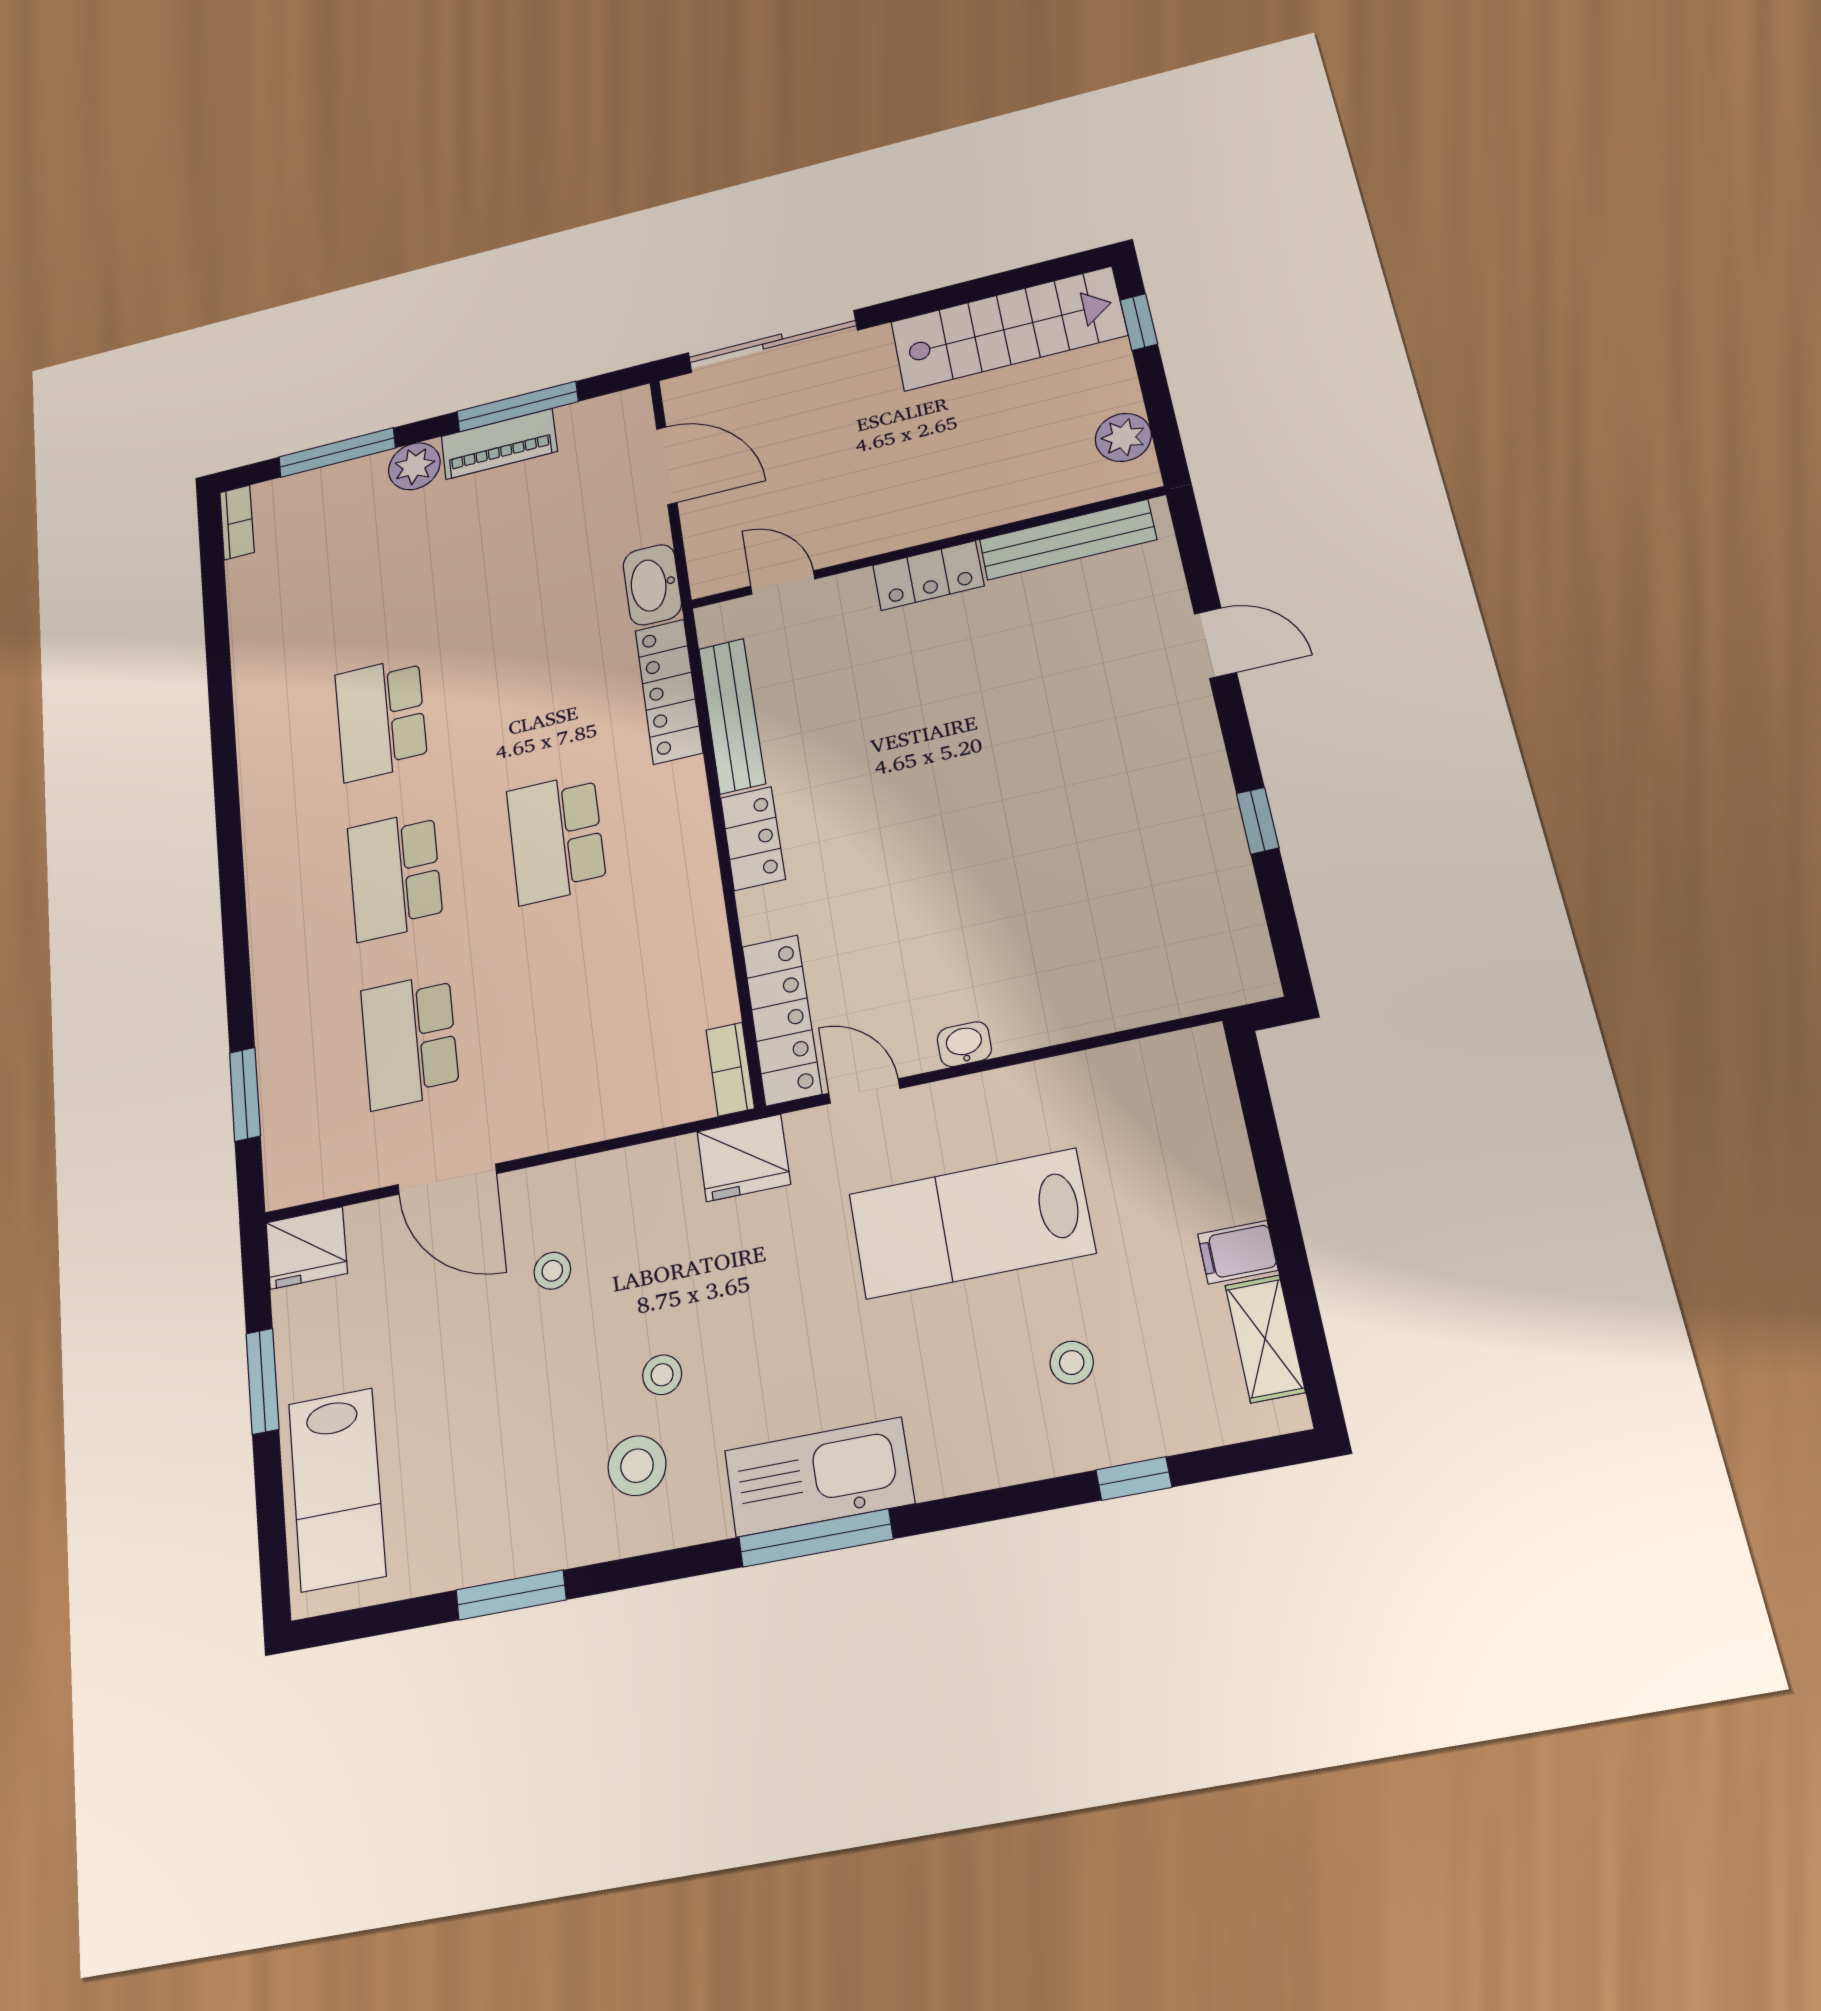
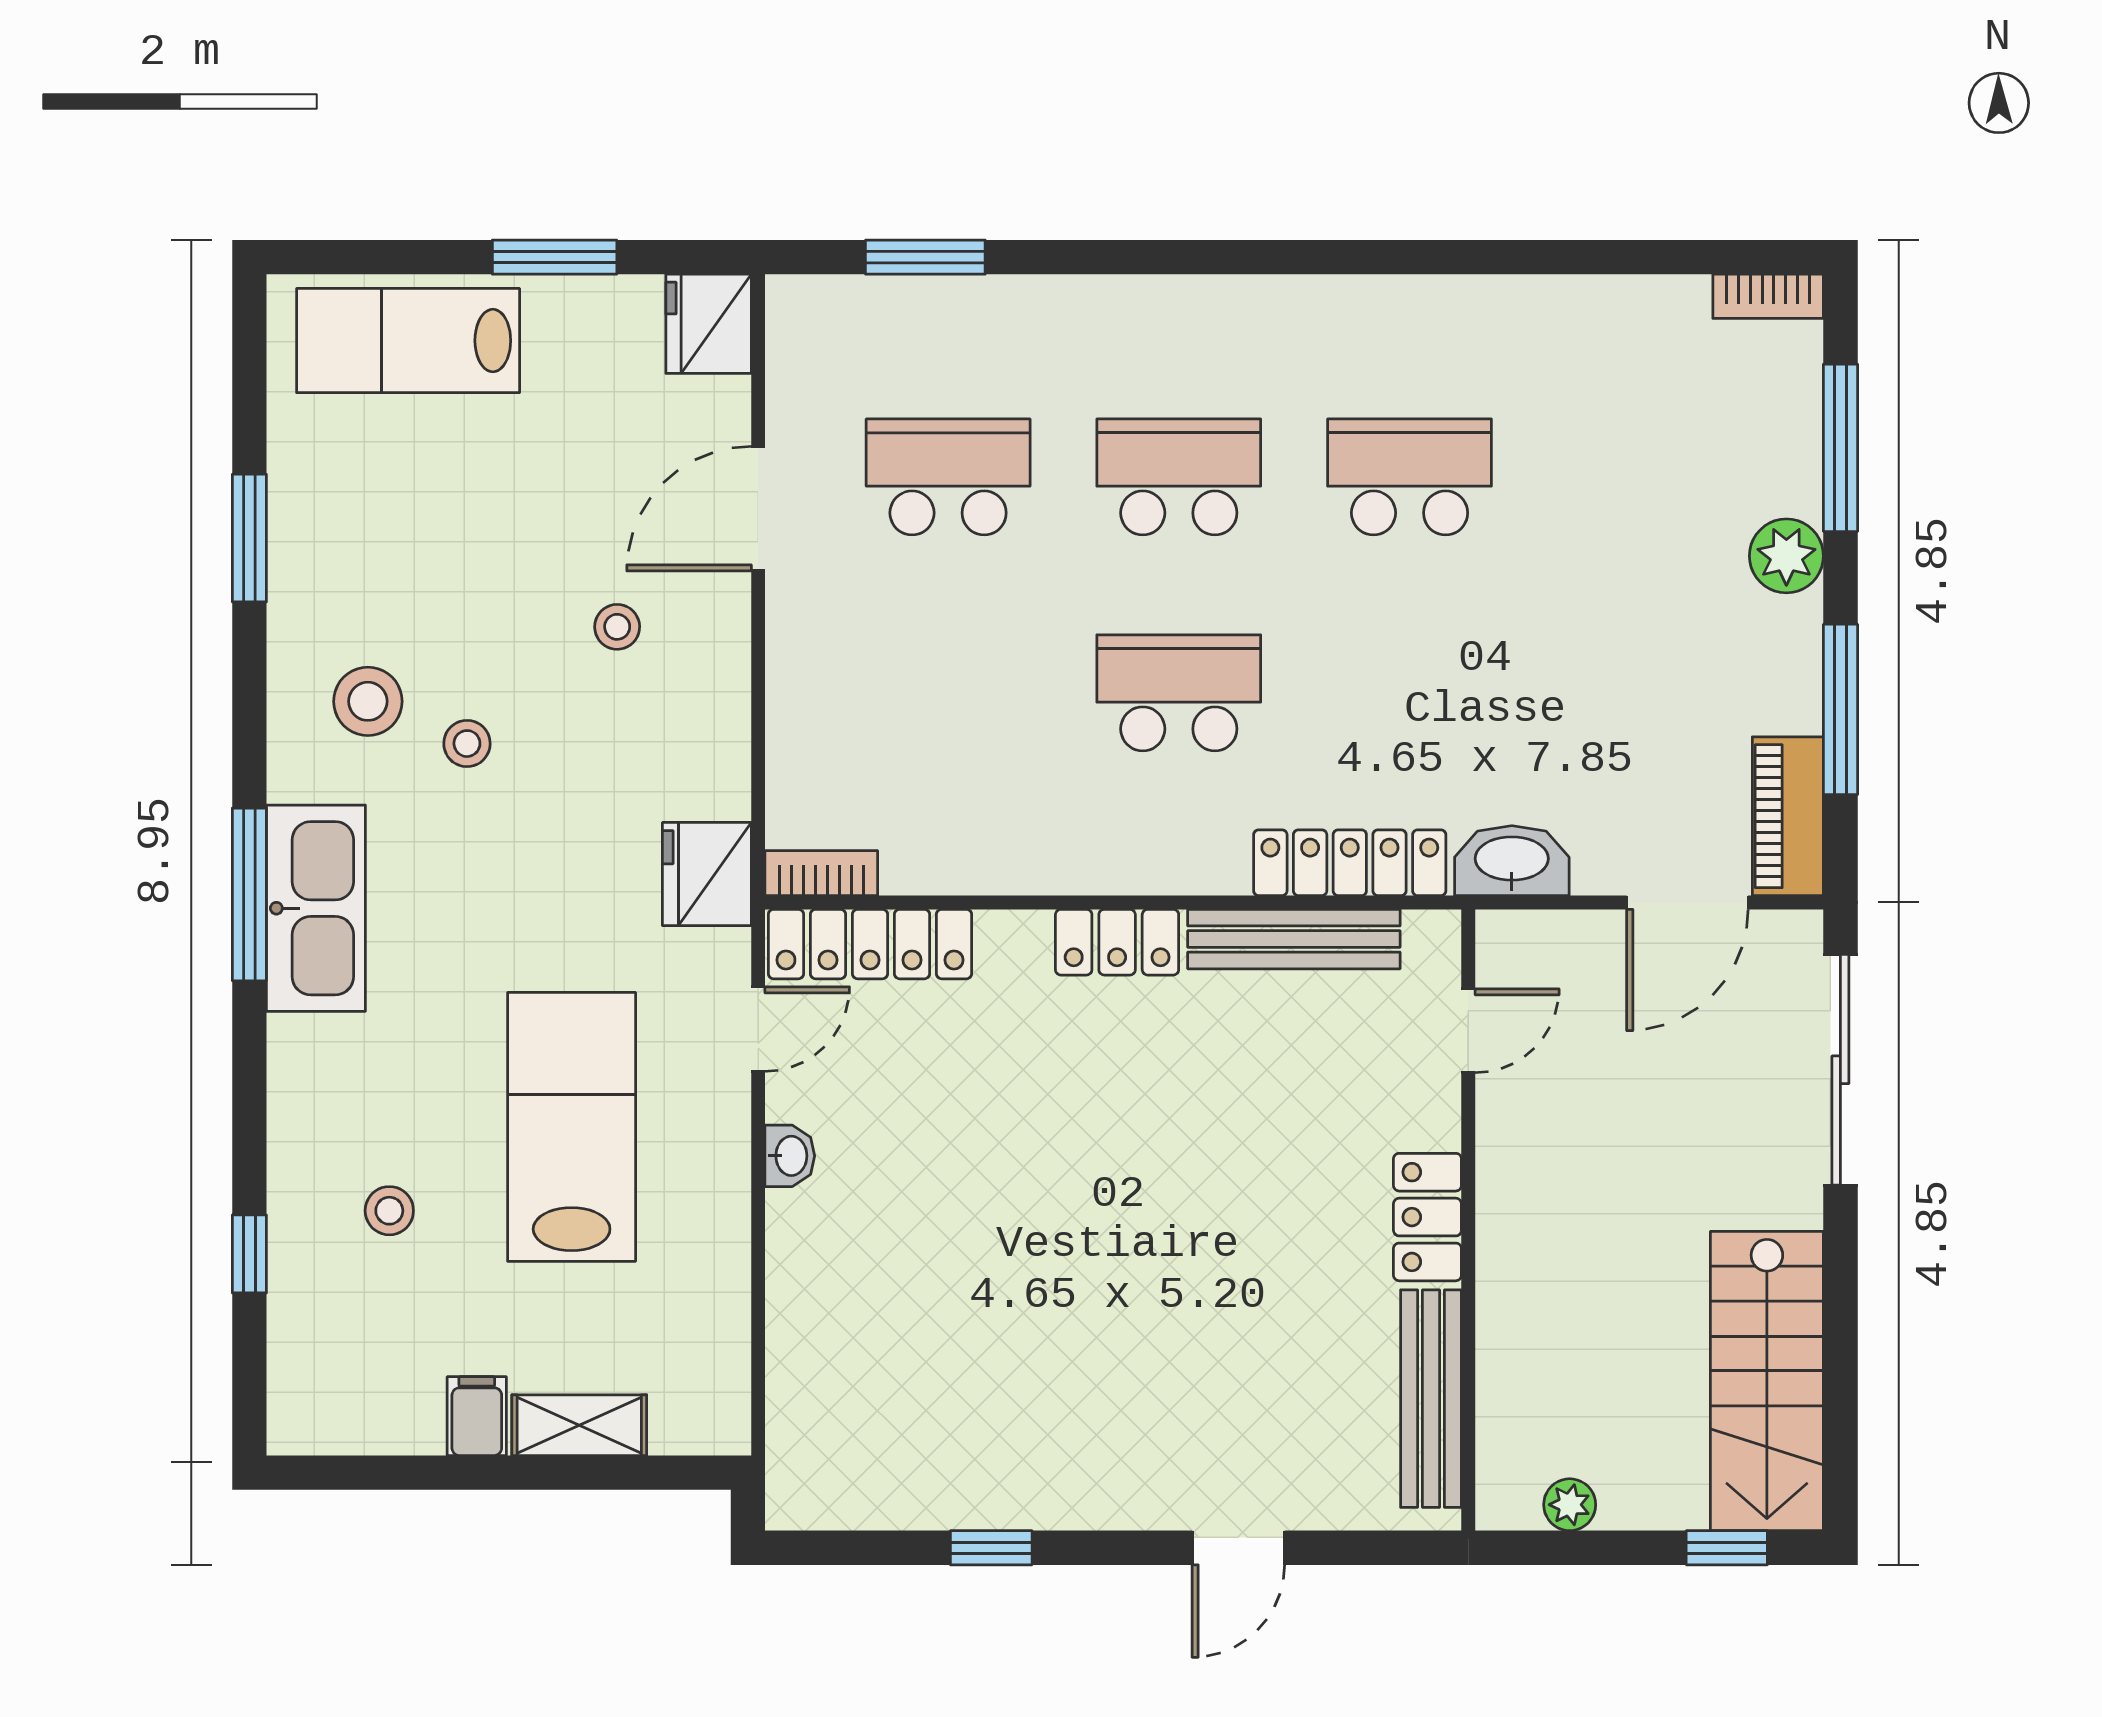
plant: (1123, 437) -> (1570, 1505), width x0.73, depth x0.73
piano: (499, 444) -> (1788, 816), moved
shelving: (1265, 1339) -> (579, 1425), moved

